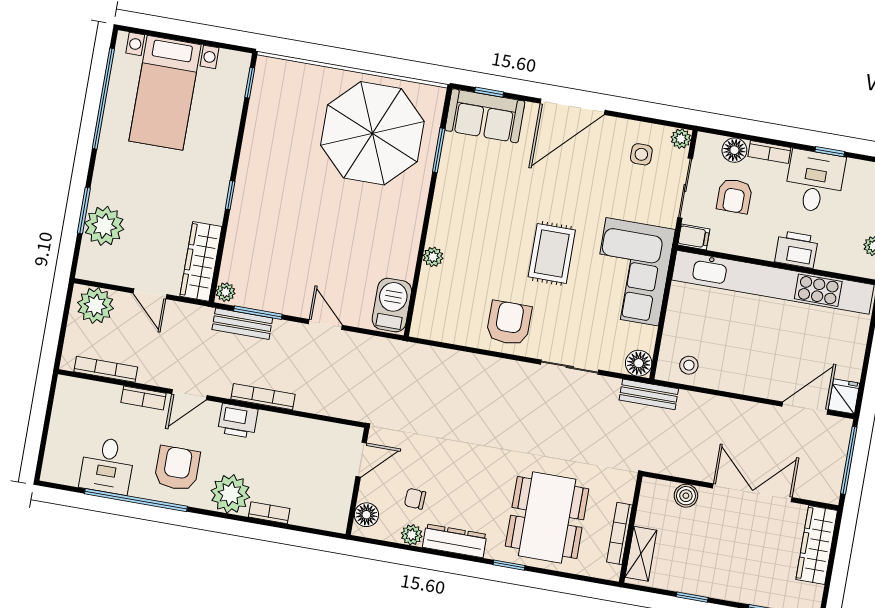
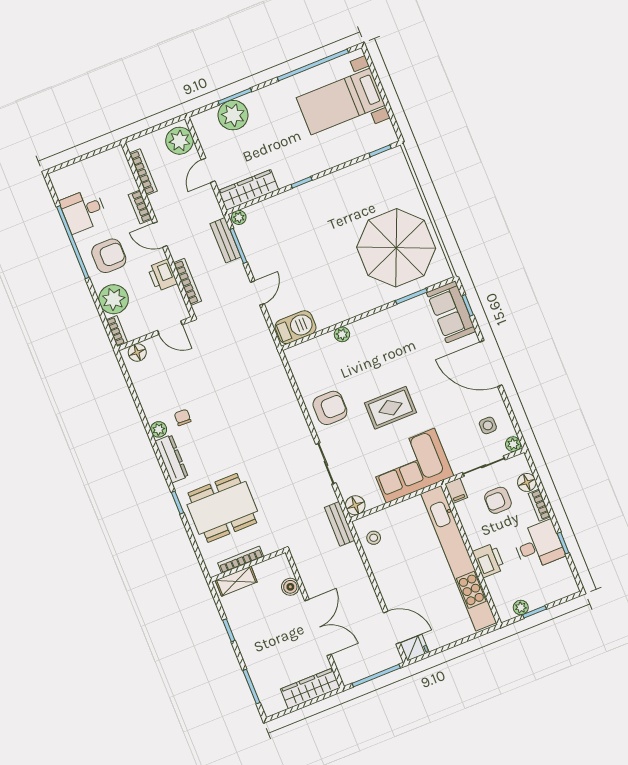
door: (361, 460) -> (170, 328), moved
wall: (357, 481) -> (155, 334), moved
floor lamp: (366, 515) -> (137, 352), moved

